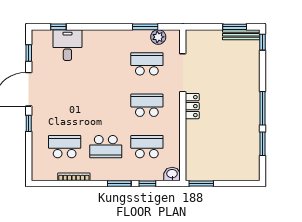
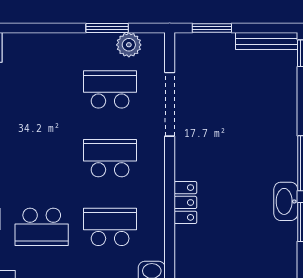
window: (235, 27) -> (212, 28), moved
locker: (192, 106) -> (185, 202), moved
washbasin: (253, 131) -> (286, 201), added

